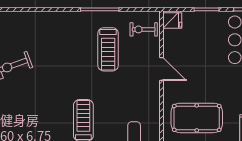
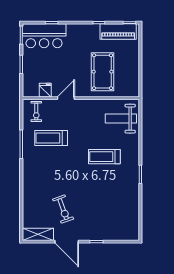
fridge: (172, 21) -> (45, 90), moved
treadmill: (108, 49) -> (51, 138), turned 180

